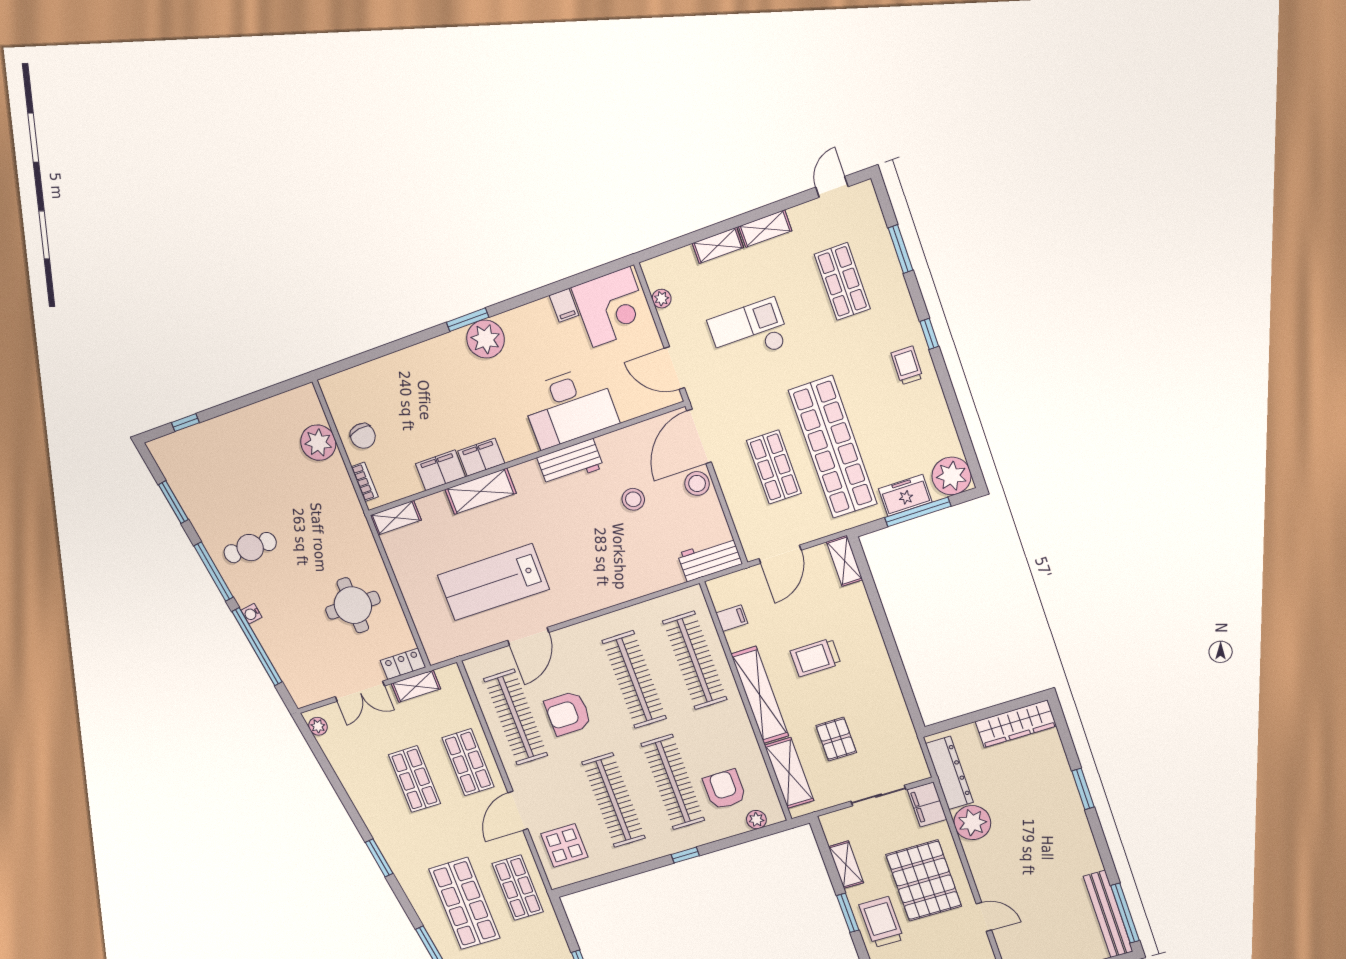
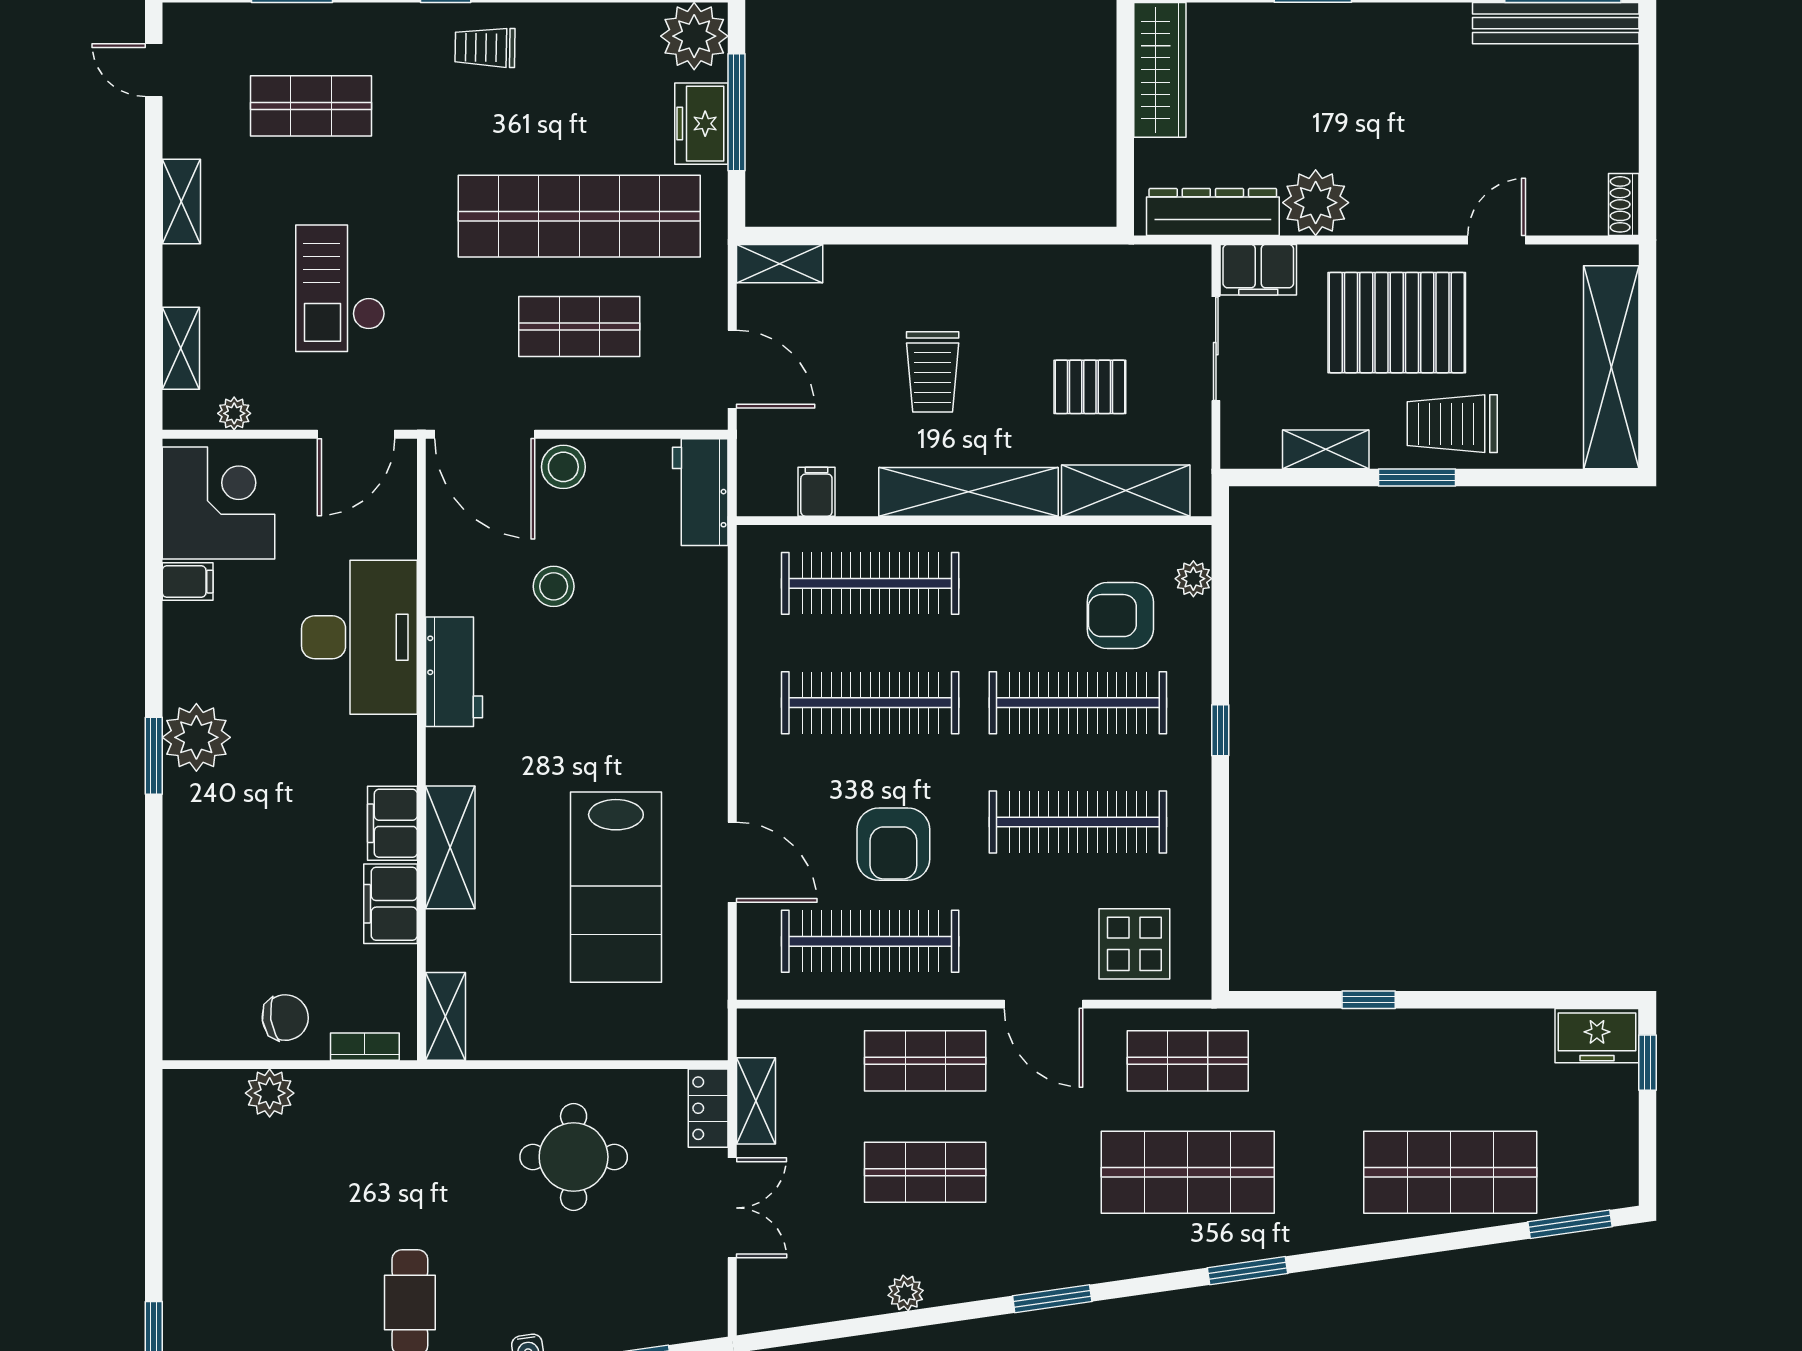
shelving: (718, 245) -> (181, 348), moved
plant: (318, 443) -> (270, 1093), width x0.73, depth x0.73
plant: (318, 726) -> (906, 1293), moved

